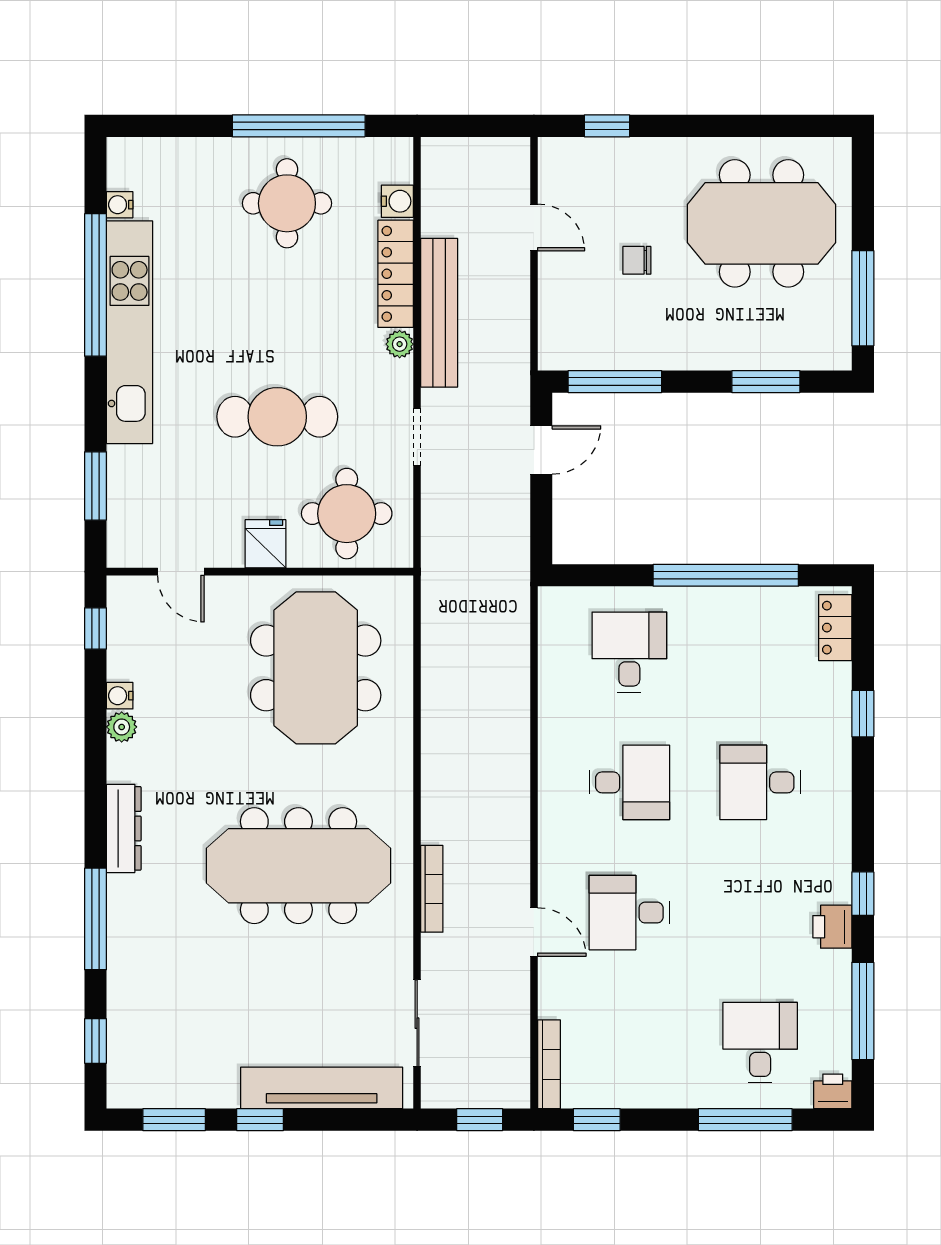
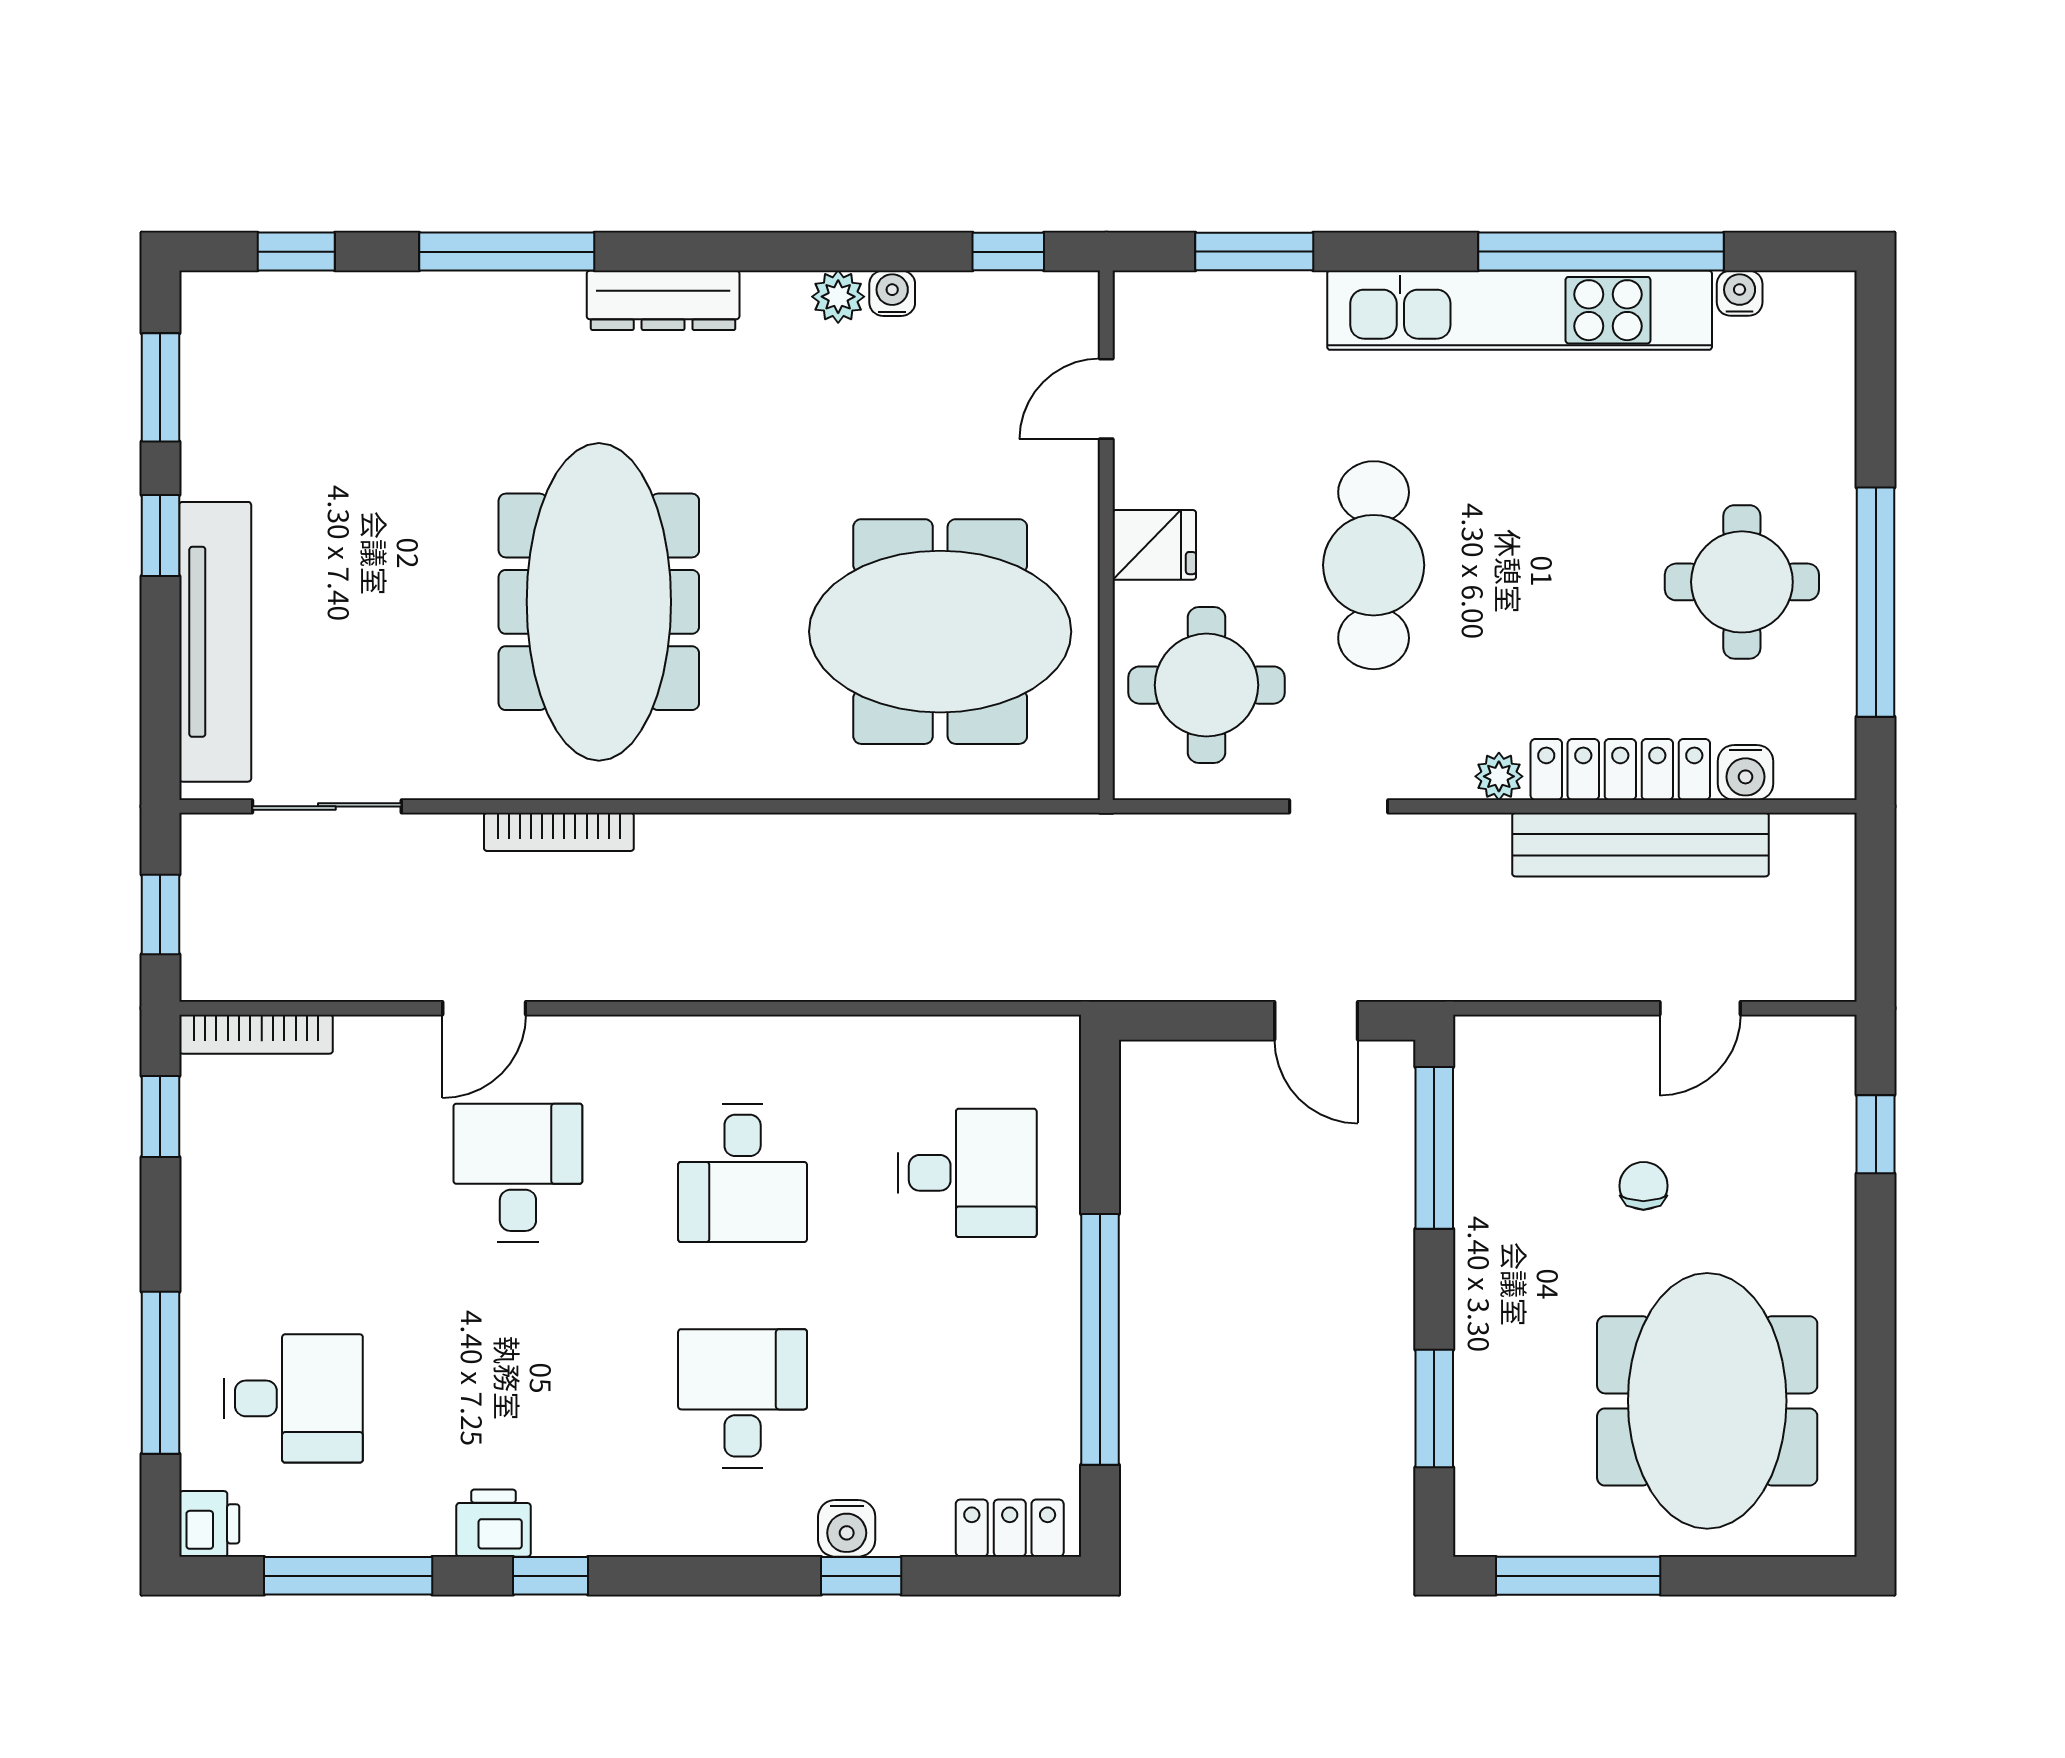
bench: (439, 313) -> (1640, 845), moved
water cooler: (835, 722) -> (847, 1528), added

